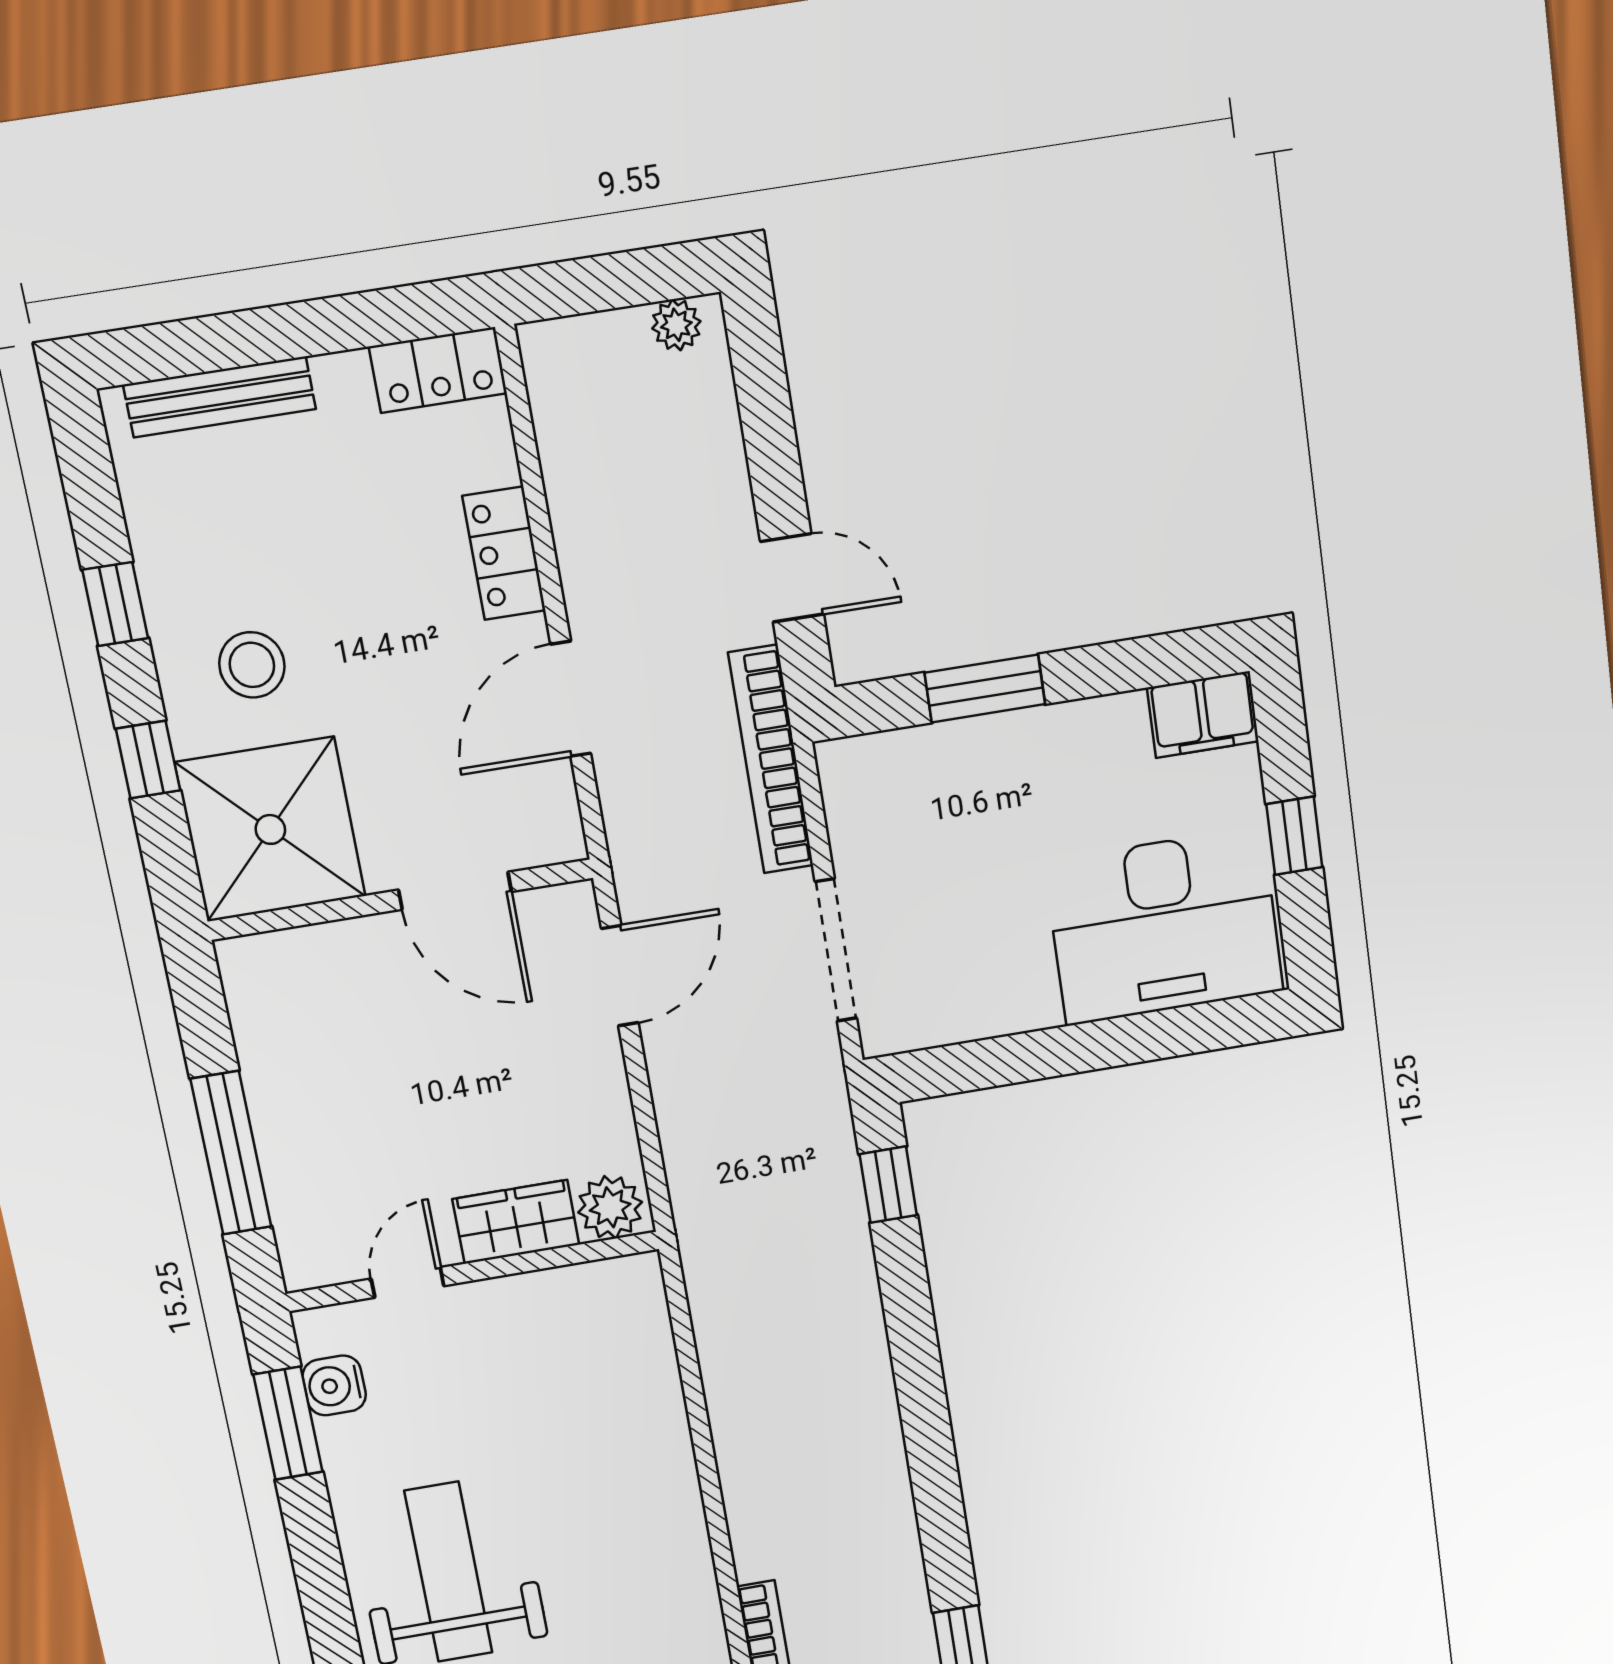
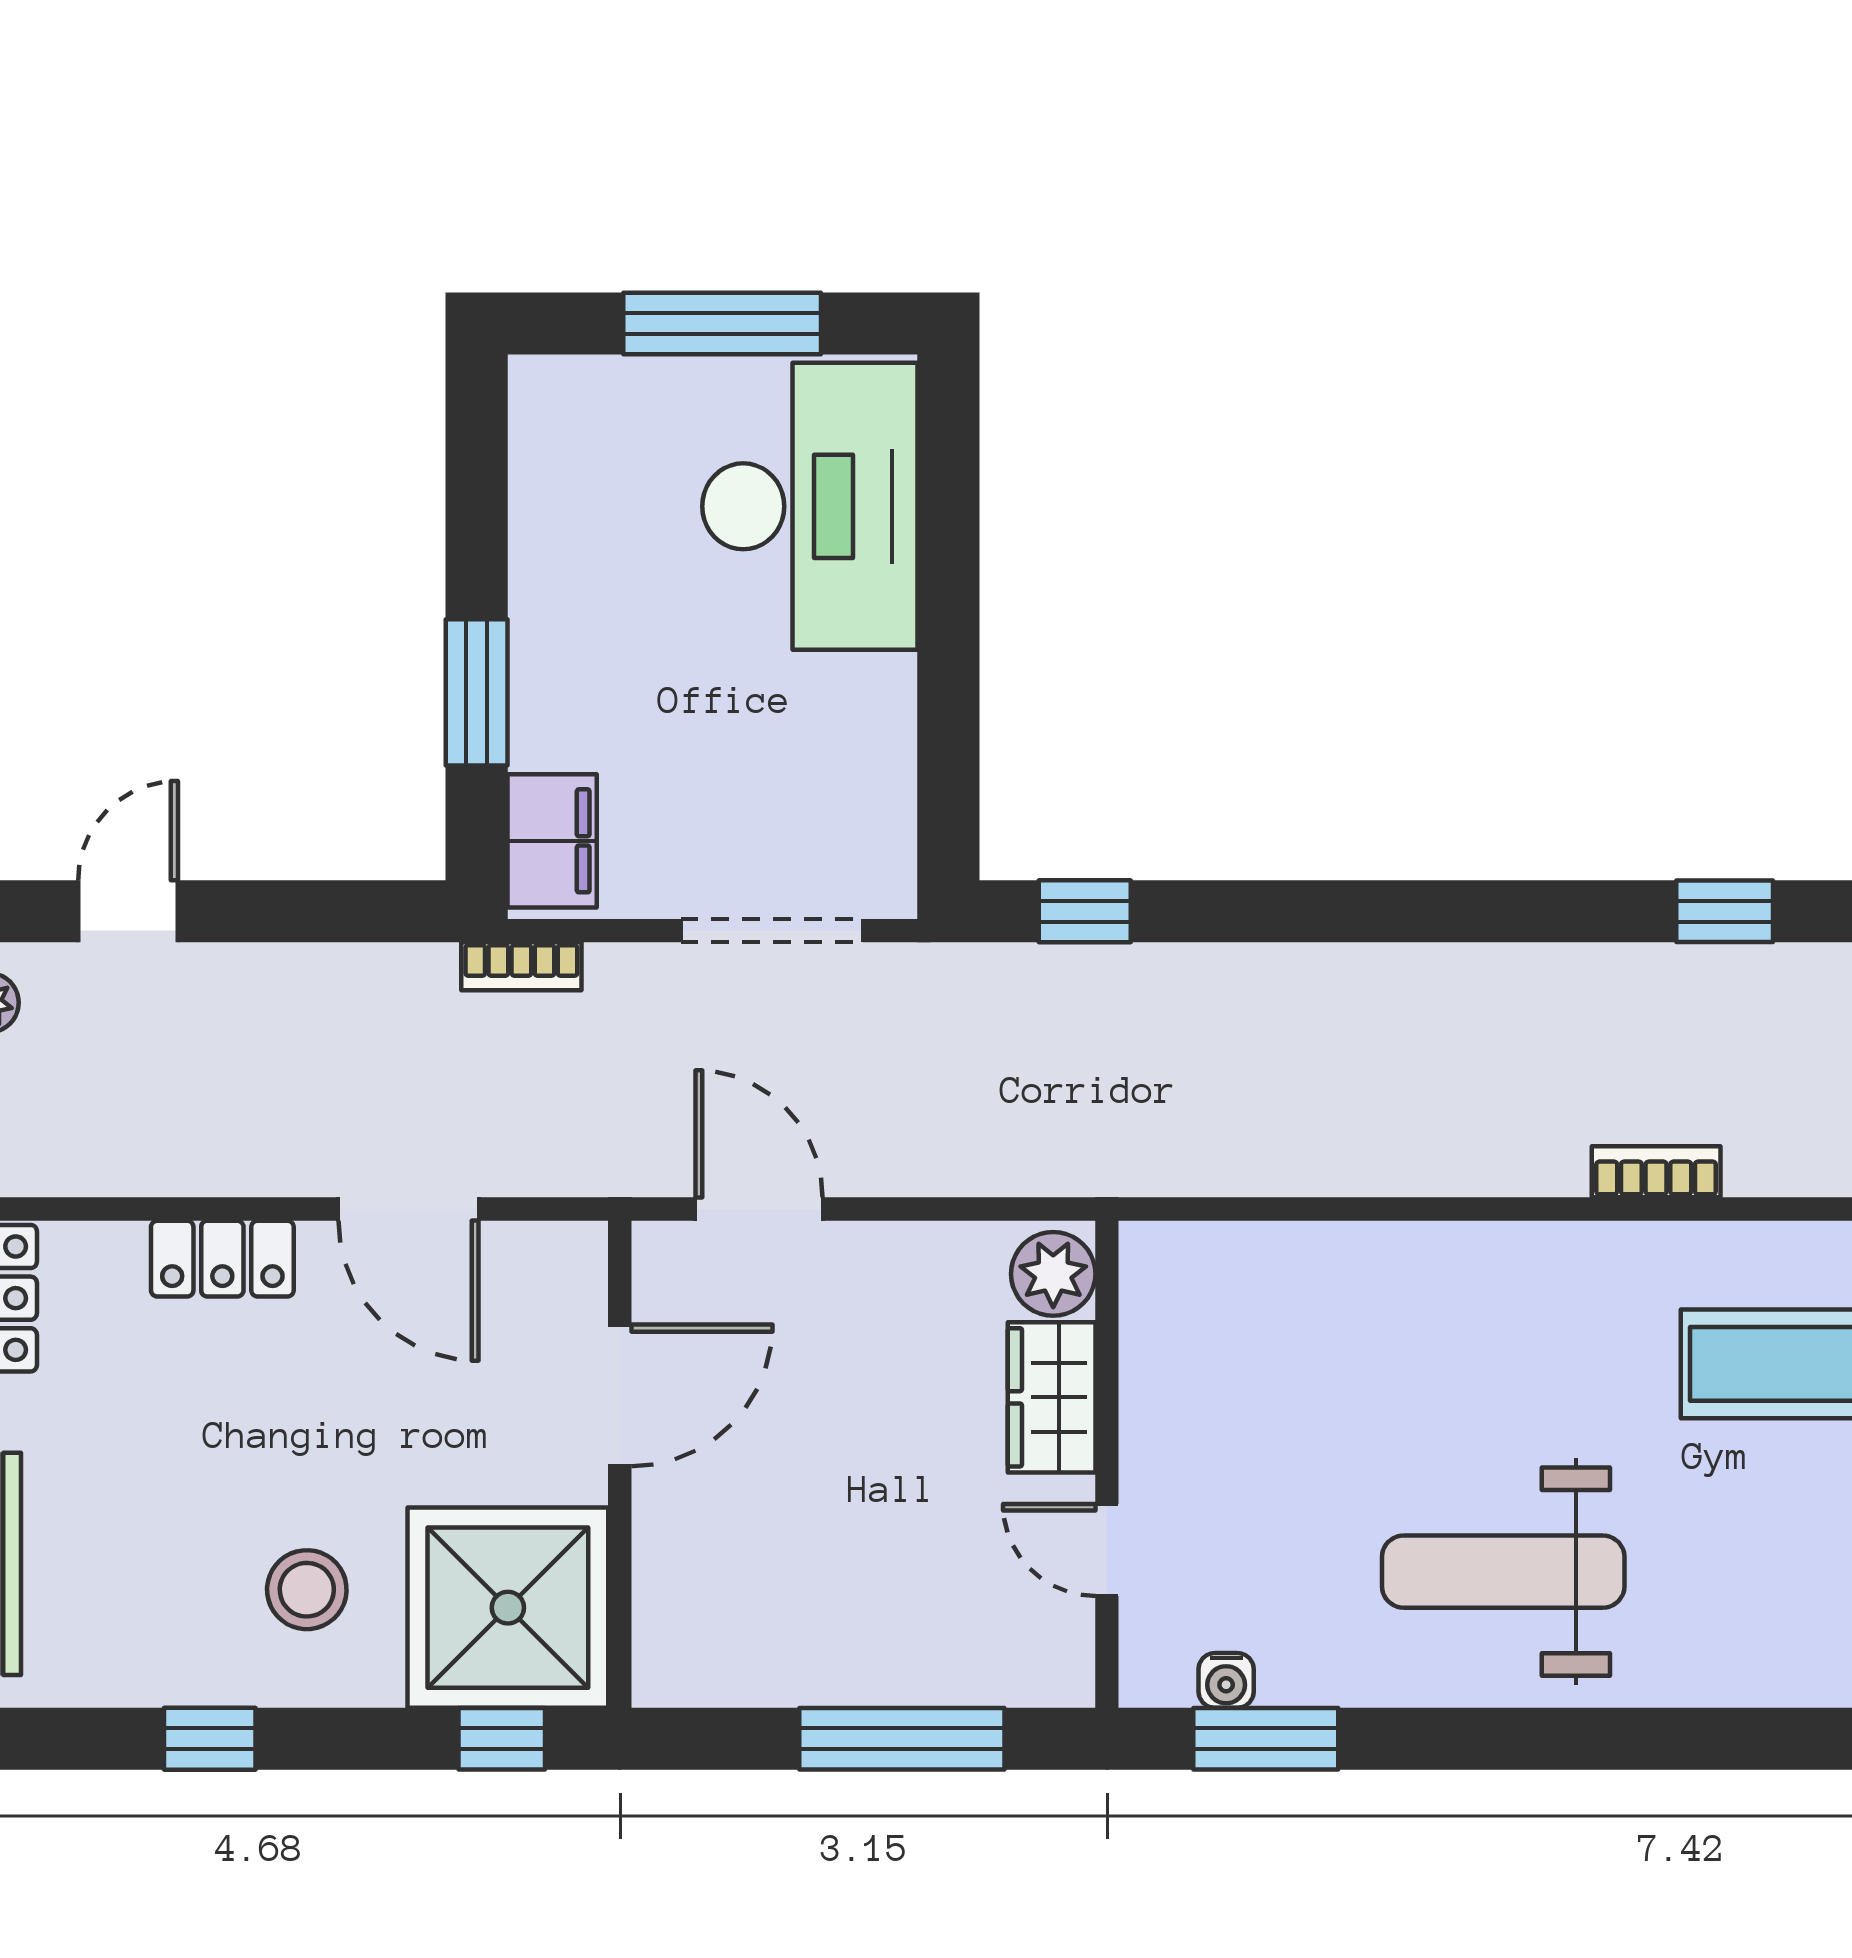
door: (792, 578) -> (128, 911), moved
filing cabinet: (1203, 715) -> (552, 841), moved
window: (148, 760) -> (502, 1739), moved
bookcase: (771, 760) -> (521, 966), width x0.43, depth x0.76
window: (1294, 836) -> (722, 324), width x2.17
water cooler: (334, 1385) -> (1226, 1680), width x0.72, depth x0.72

